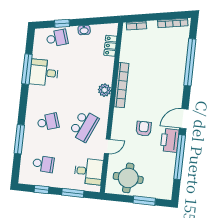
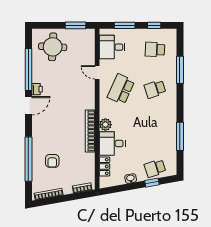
desk: (44, 73) -> (112, 143), moved, turned 180
armchair: (144, 129) -> (52, 161), moved
printer: (170, 140) -> (37, 89), width x0.53, depth x0.68
door: (107, 146) -> (97, 72), hinge flipped
round table: (128, 178) -> (53, 47), moved
window: (144, 201) -> (76, 25), moved

